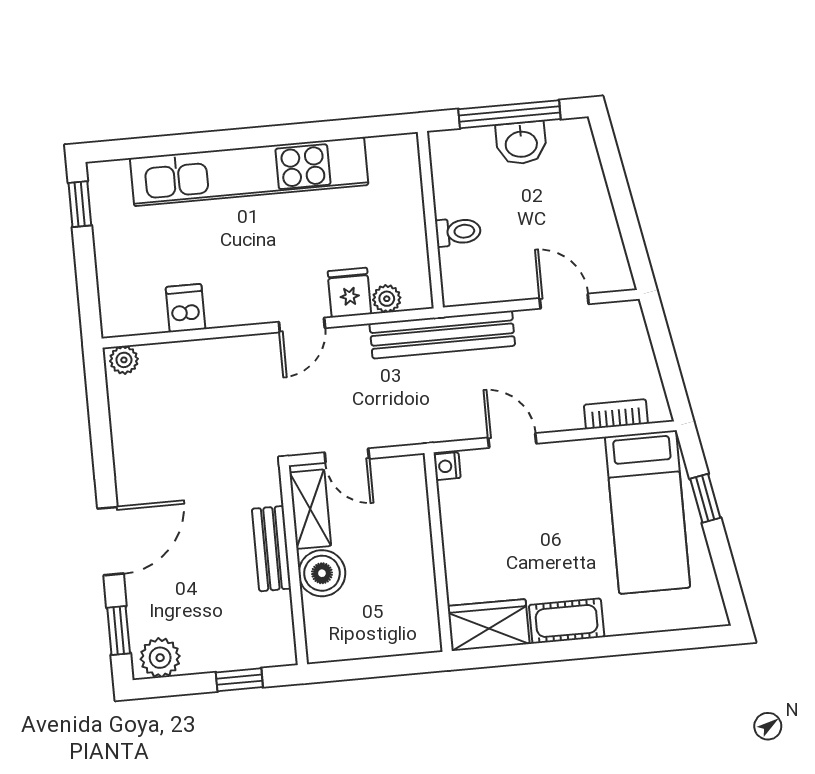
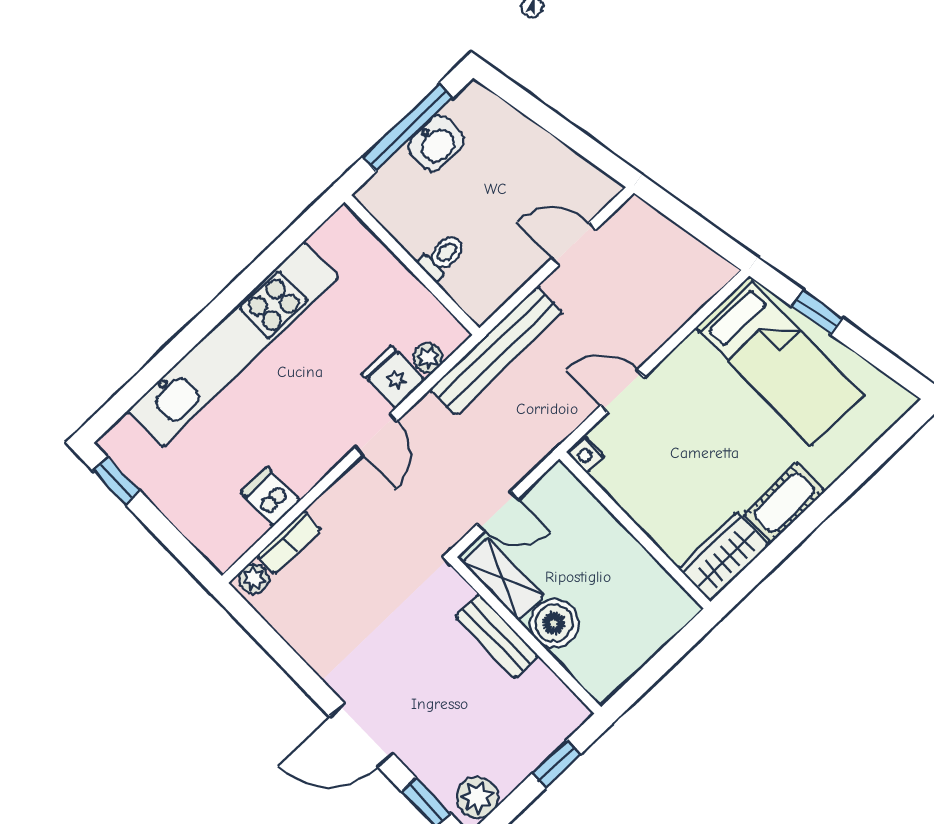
bookcase: (616, 414) -> (289, 543), moved, turned 180
door: (110, 541) -> (361, 735), swing flipped

